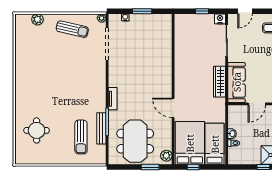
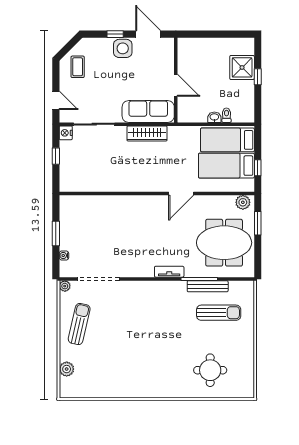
bed: (190, 143) -> (226, 166), width x0.67

